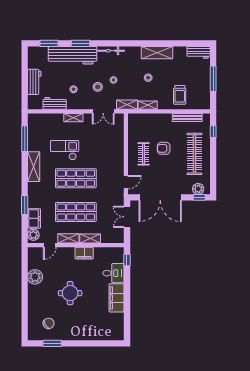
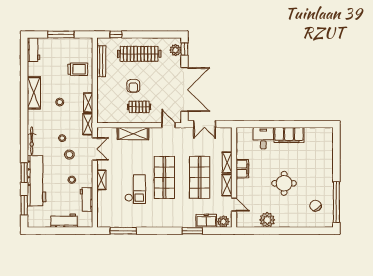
checkout: (65, 150) -> (135, 189), turned 180
shelving: (34, 167) -> (133, 134), moved
window: (127, 260) -> (250, 124), removed
window: (52, 343) -> (336, 202), width x2.11

